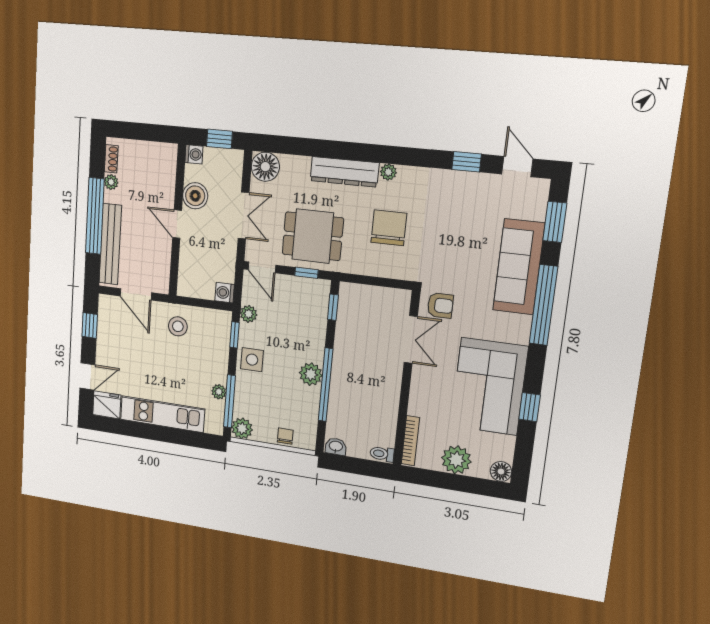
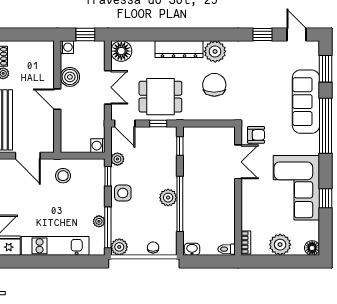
plant: (388, 172) -> (215, 51), width x1.88, depth x1.88
bookcase: (410, 441) -> (246, 242), width x0.64

